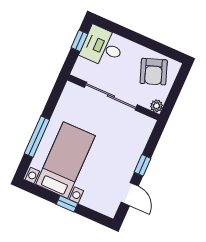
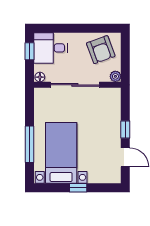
floor lamp: (78, 72) -> (40, 77), added

